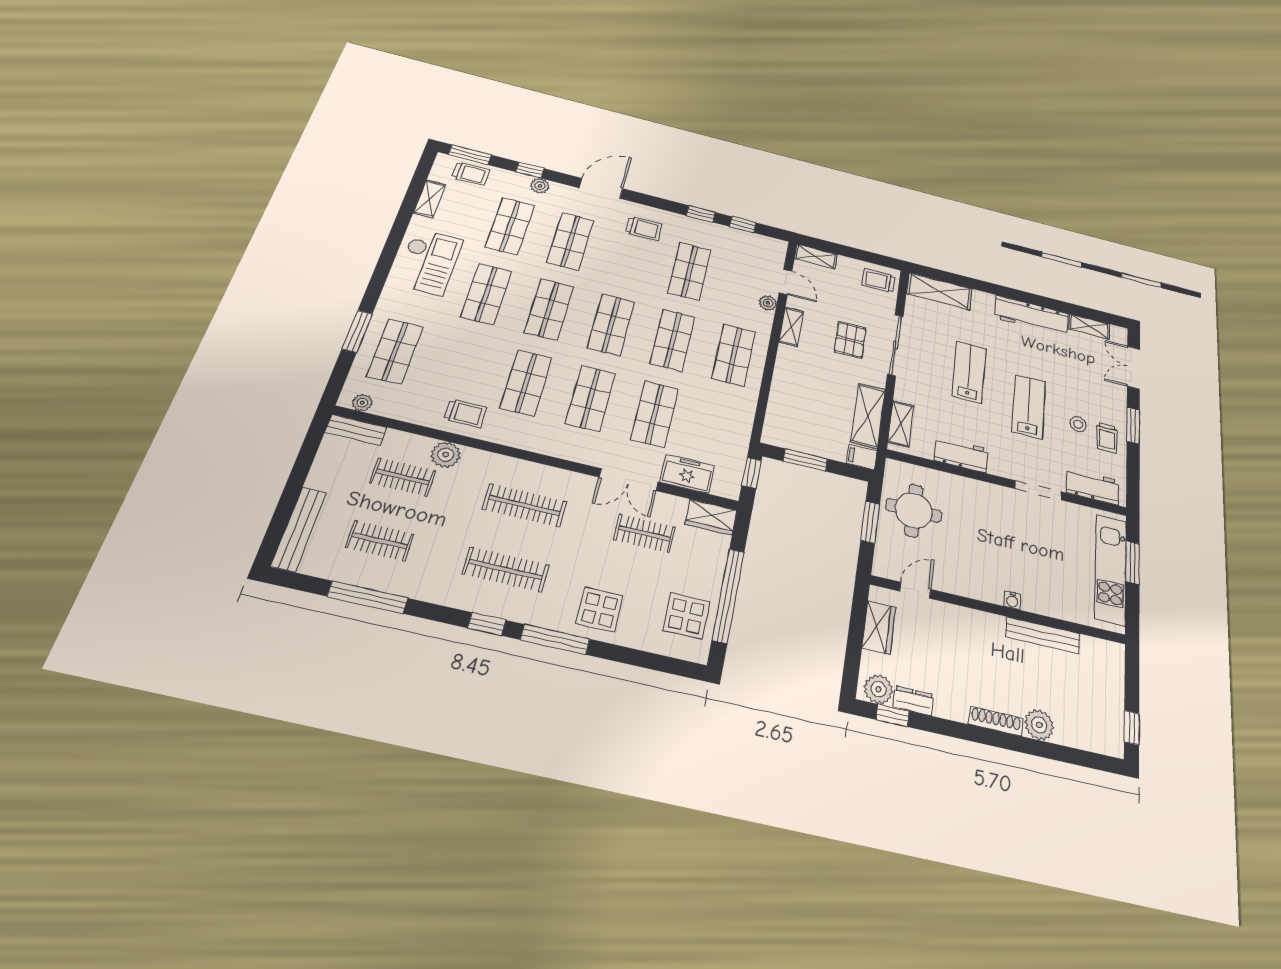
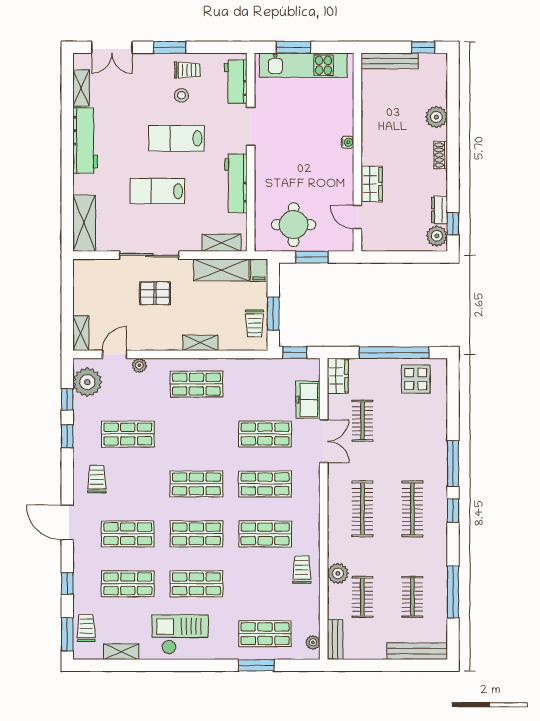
plant: (540, 186) -> (87, 382), moved, width x1.87, depth x1.87
trolley: (878, 281) -> (254, 323), moved
shelving: (791, 327) -> (200, 343), moved
shop shelf: (673, 340) -> (196, 434), removed
workbench: (961, 455) -> (236, 183), width x1.38
display table: (599, 610) -> (425, 439), removed
wardrobe: (879, 627) -> (372, 184), moved, turned 90
bench: (1043, 635) -> (390, 61), moved, turned 90
shoe rack: (996, 721) -> (441, 155), width x0.70

